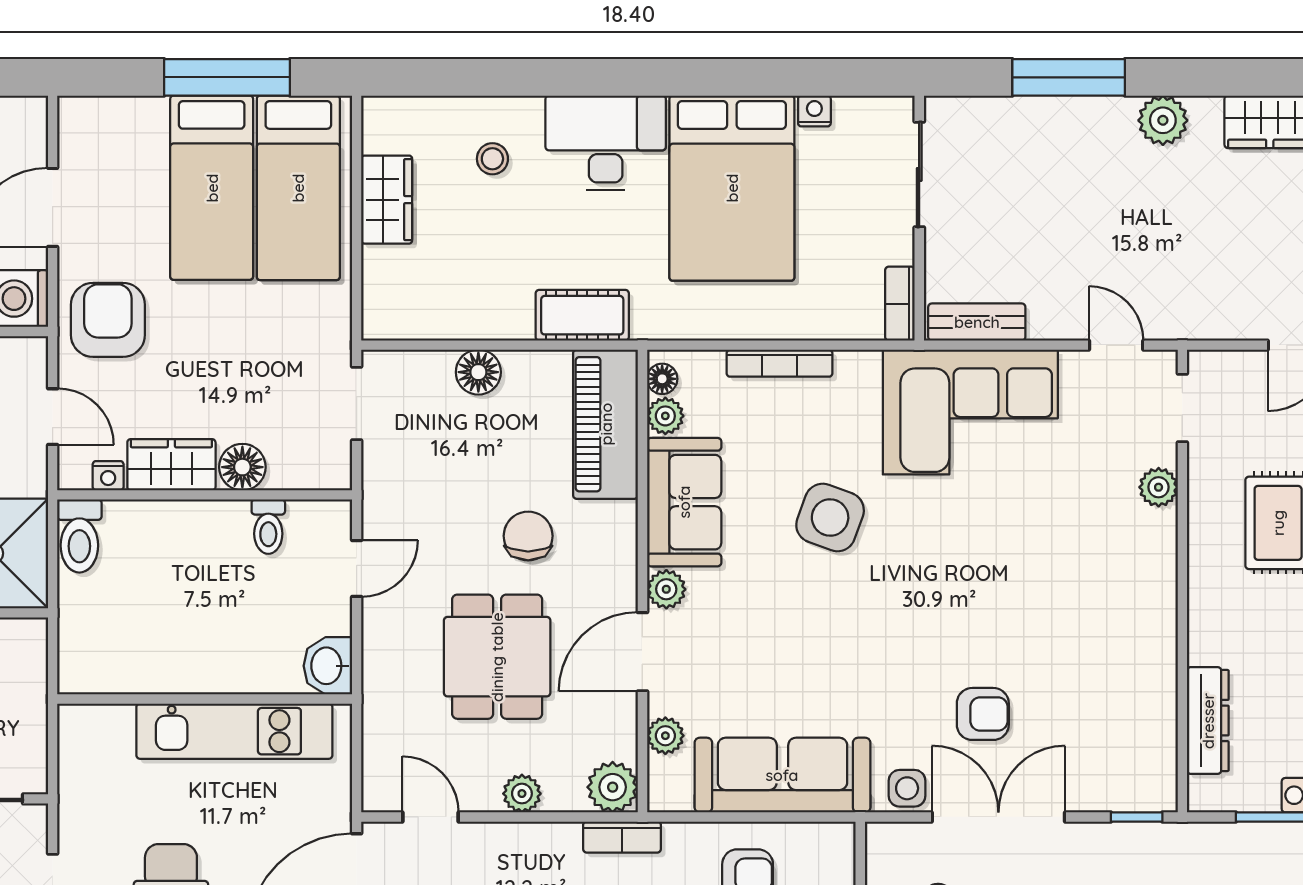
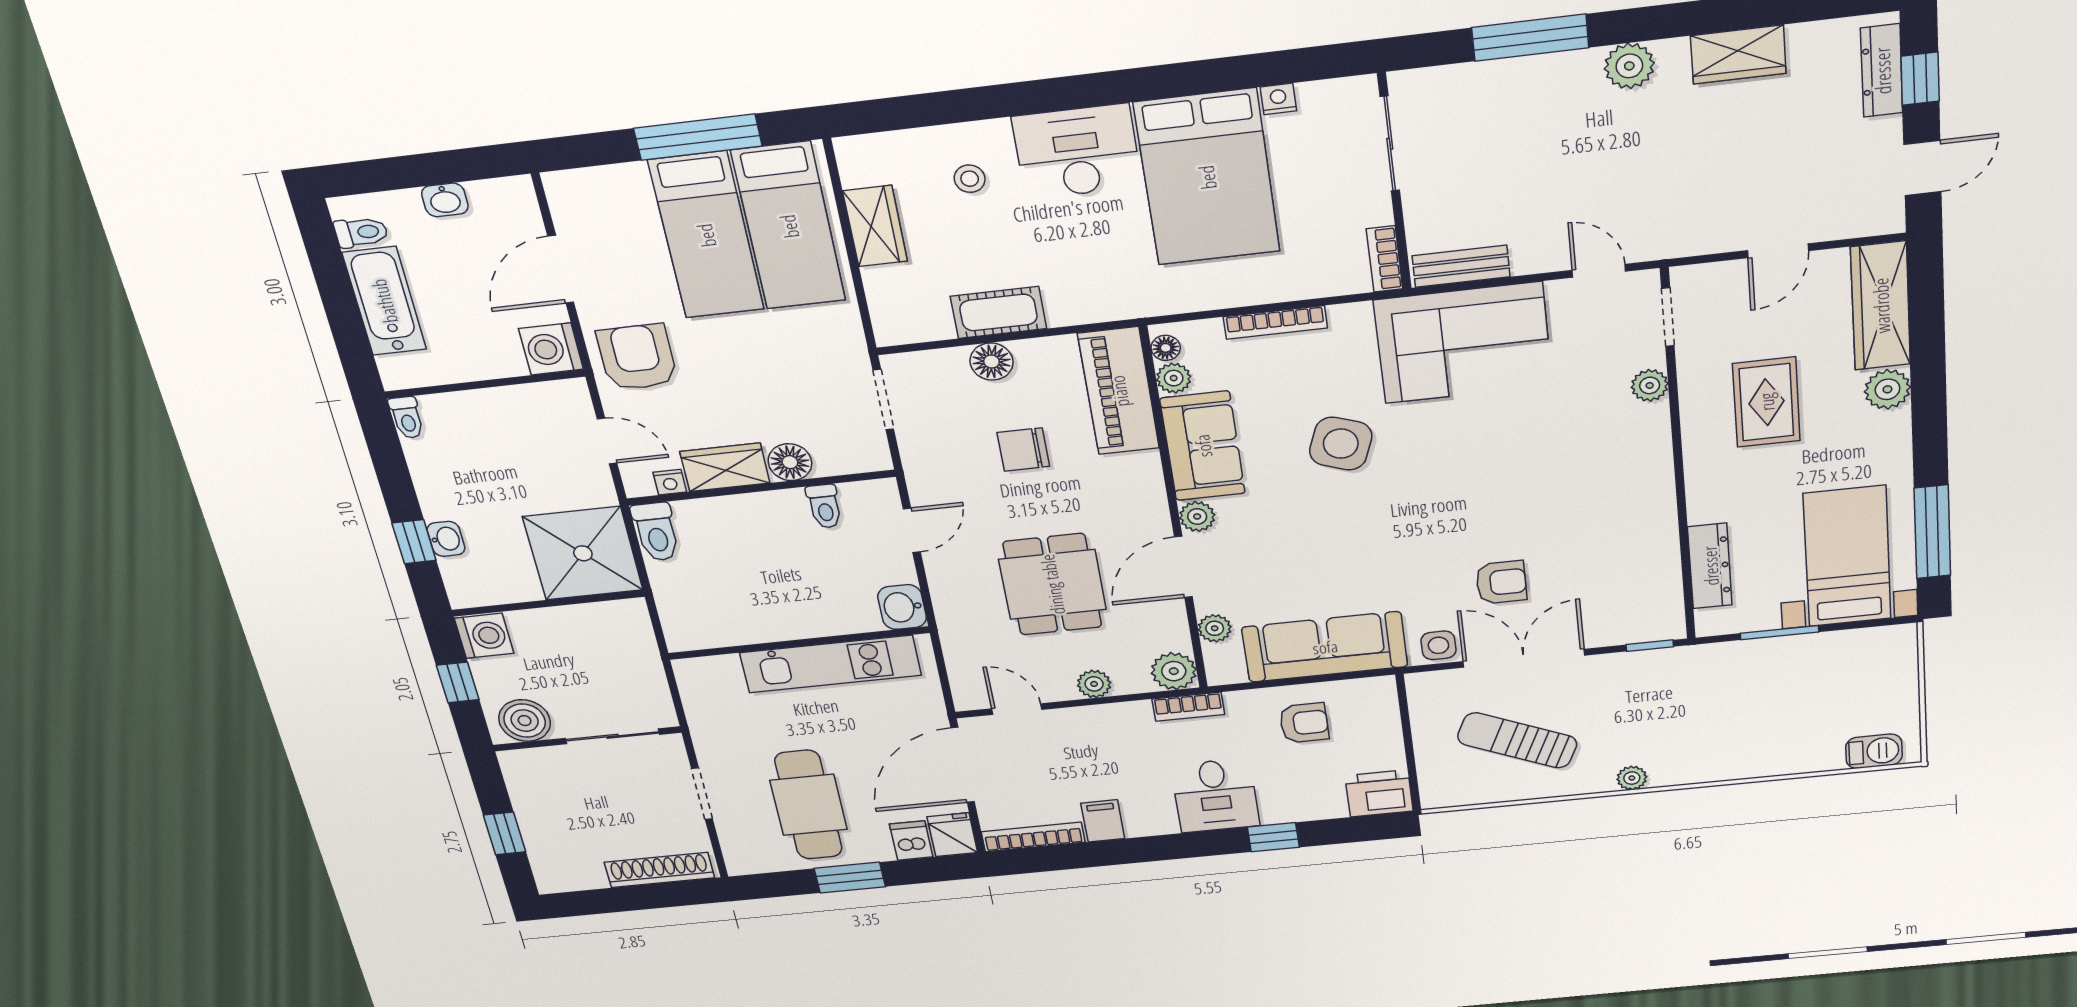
cot: (582, 315) -> (998, 313), moved
chair: (528, 536) -> (1023, 450), moved, turned -90

